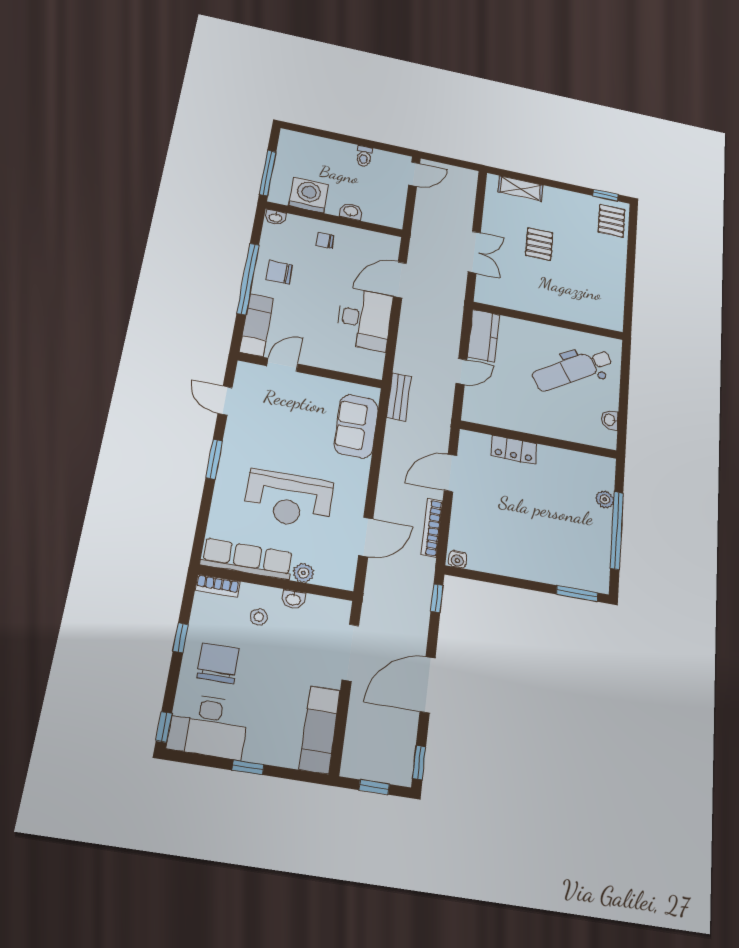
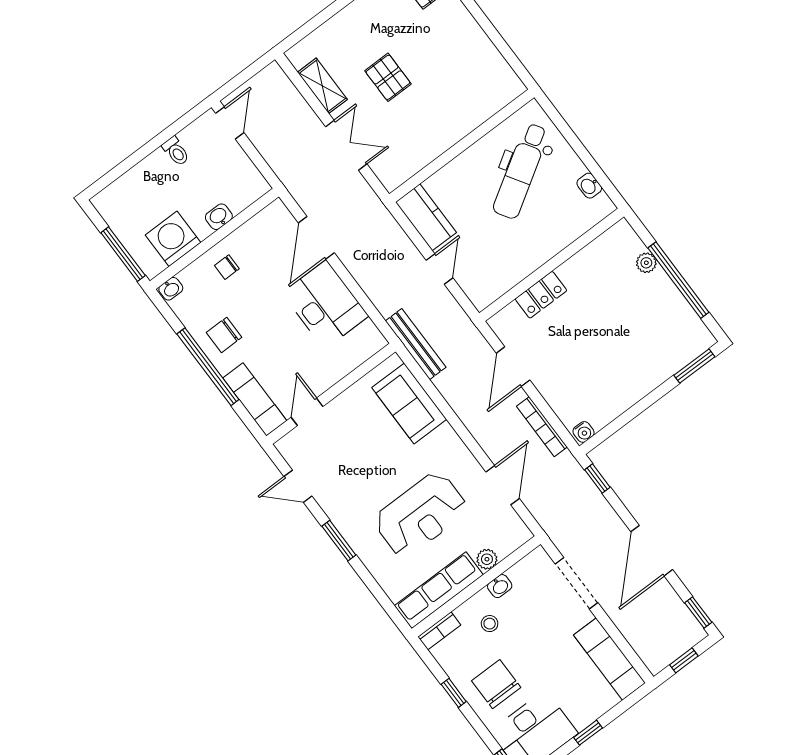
shelving: (520, 188) -> (322, 86), moved, turned 90
bench: (399, 397) -> (416, 344), width x1.36

